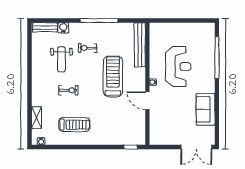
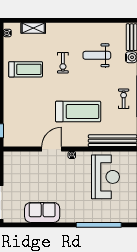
exercise bike: (88, 48) -> (124, 99), moved
reception desk: (178, 66) -> (106, 177), moved, turned -90
treadmill: (74, 125) -> (26, 69), turned -90

